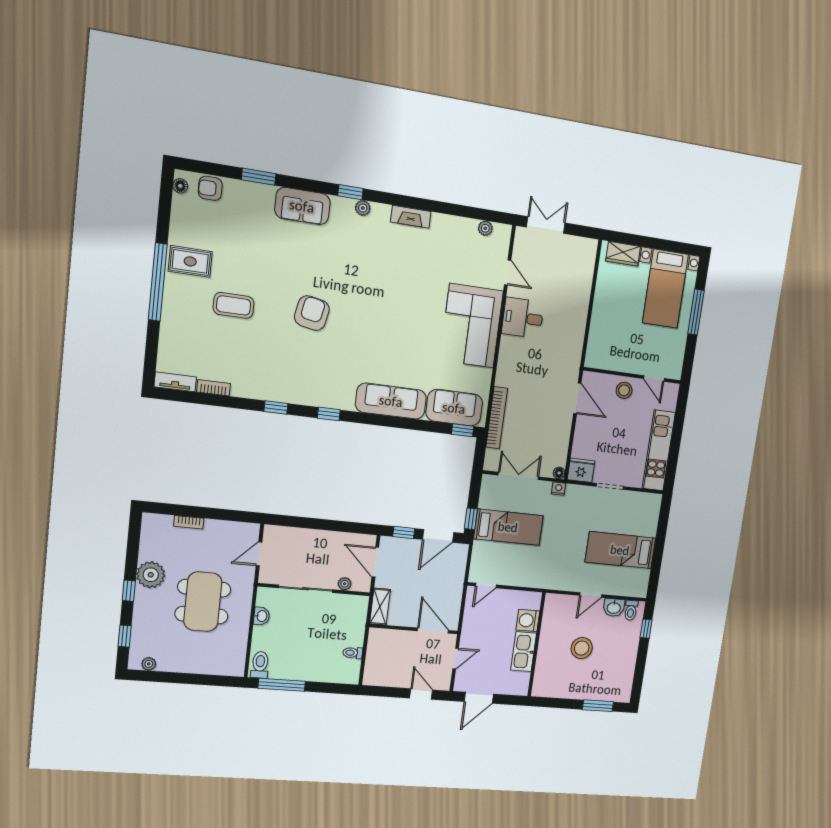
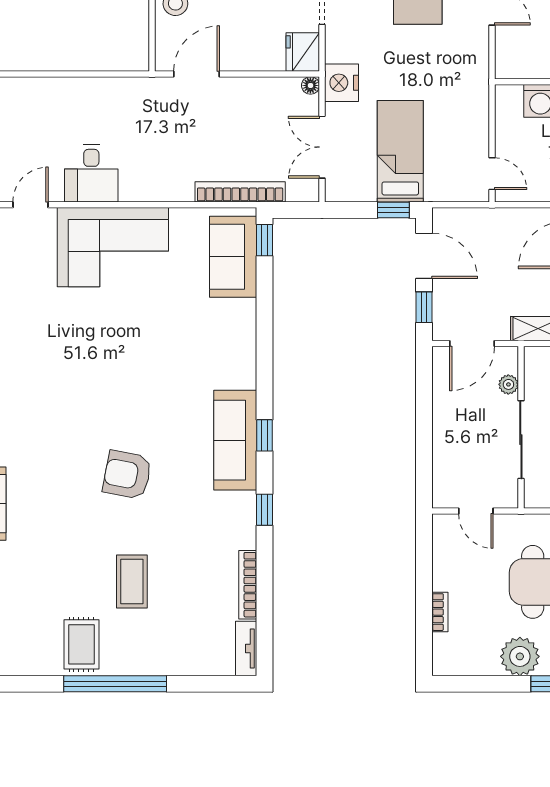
bookcase: (213, 388) -> (248, 585), width x1.56
sofa: (391, 401) -> (235, 440), moved
nightstand: (559, 489) -> (342, 83), width x1.89, depth x1.79

